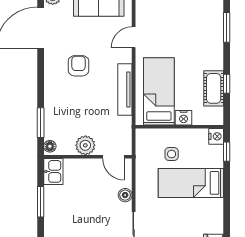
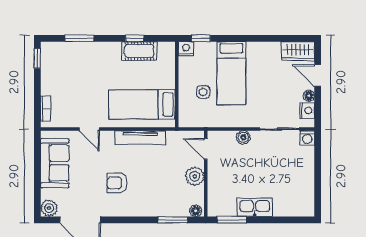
nightstand: (184, 118) -> (168, 80), removed
door: (113, 157) -> (206, 149), swing flipped
kitchen sink: (53, 171) -> (255, 207), moved, width x1.38
window: (41, 202) -> (232, 220), moved

